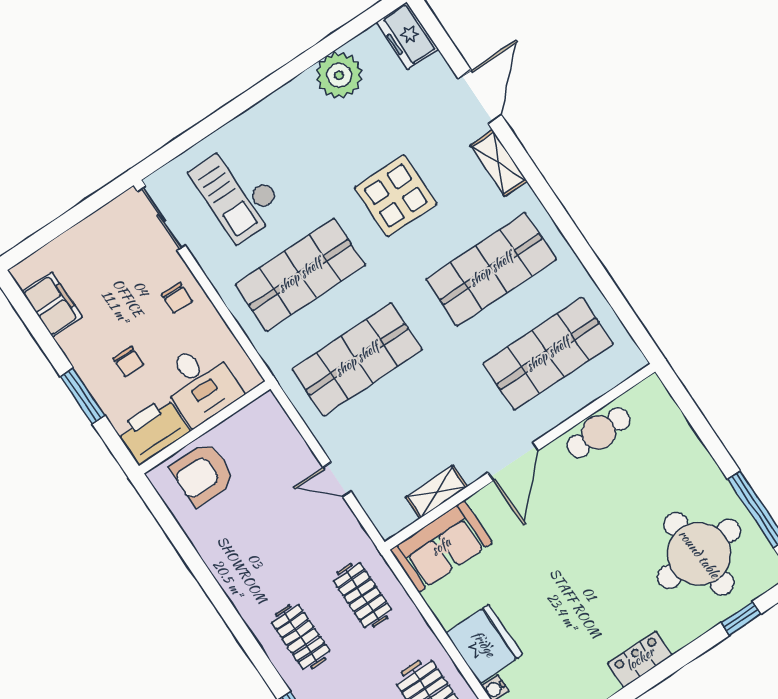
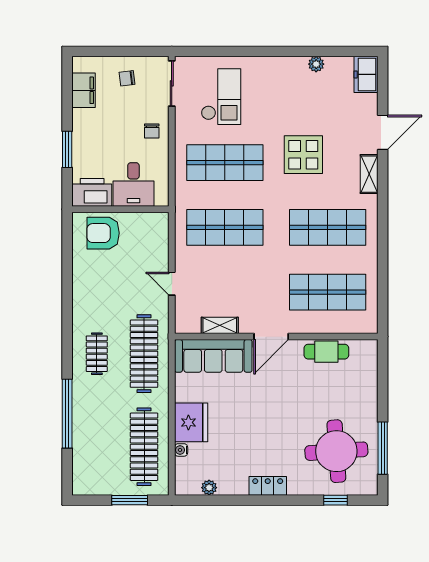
plant: (339, 75) -> (316, 64), width x0.53, depth x0.53
checkout: (237, 192) -> (221, 97), turned 180
chair: (128, 362) -> (127, 78), moved, turned 83
sofa: (441, 546) -> (213, 356), width x1.36
clothes rail: (362, 595) -> (144, 354), width x1.86, depth x1.31

